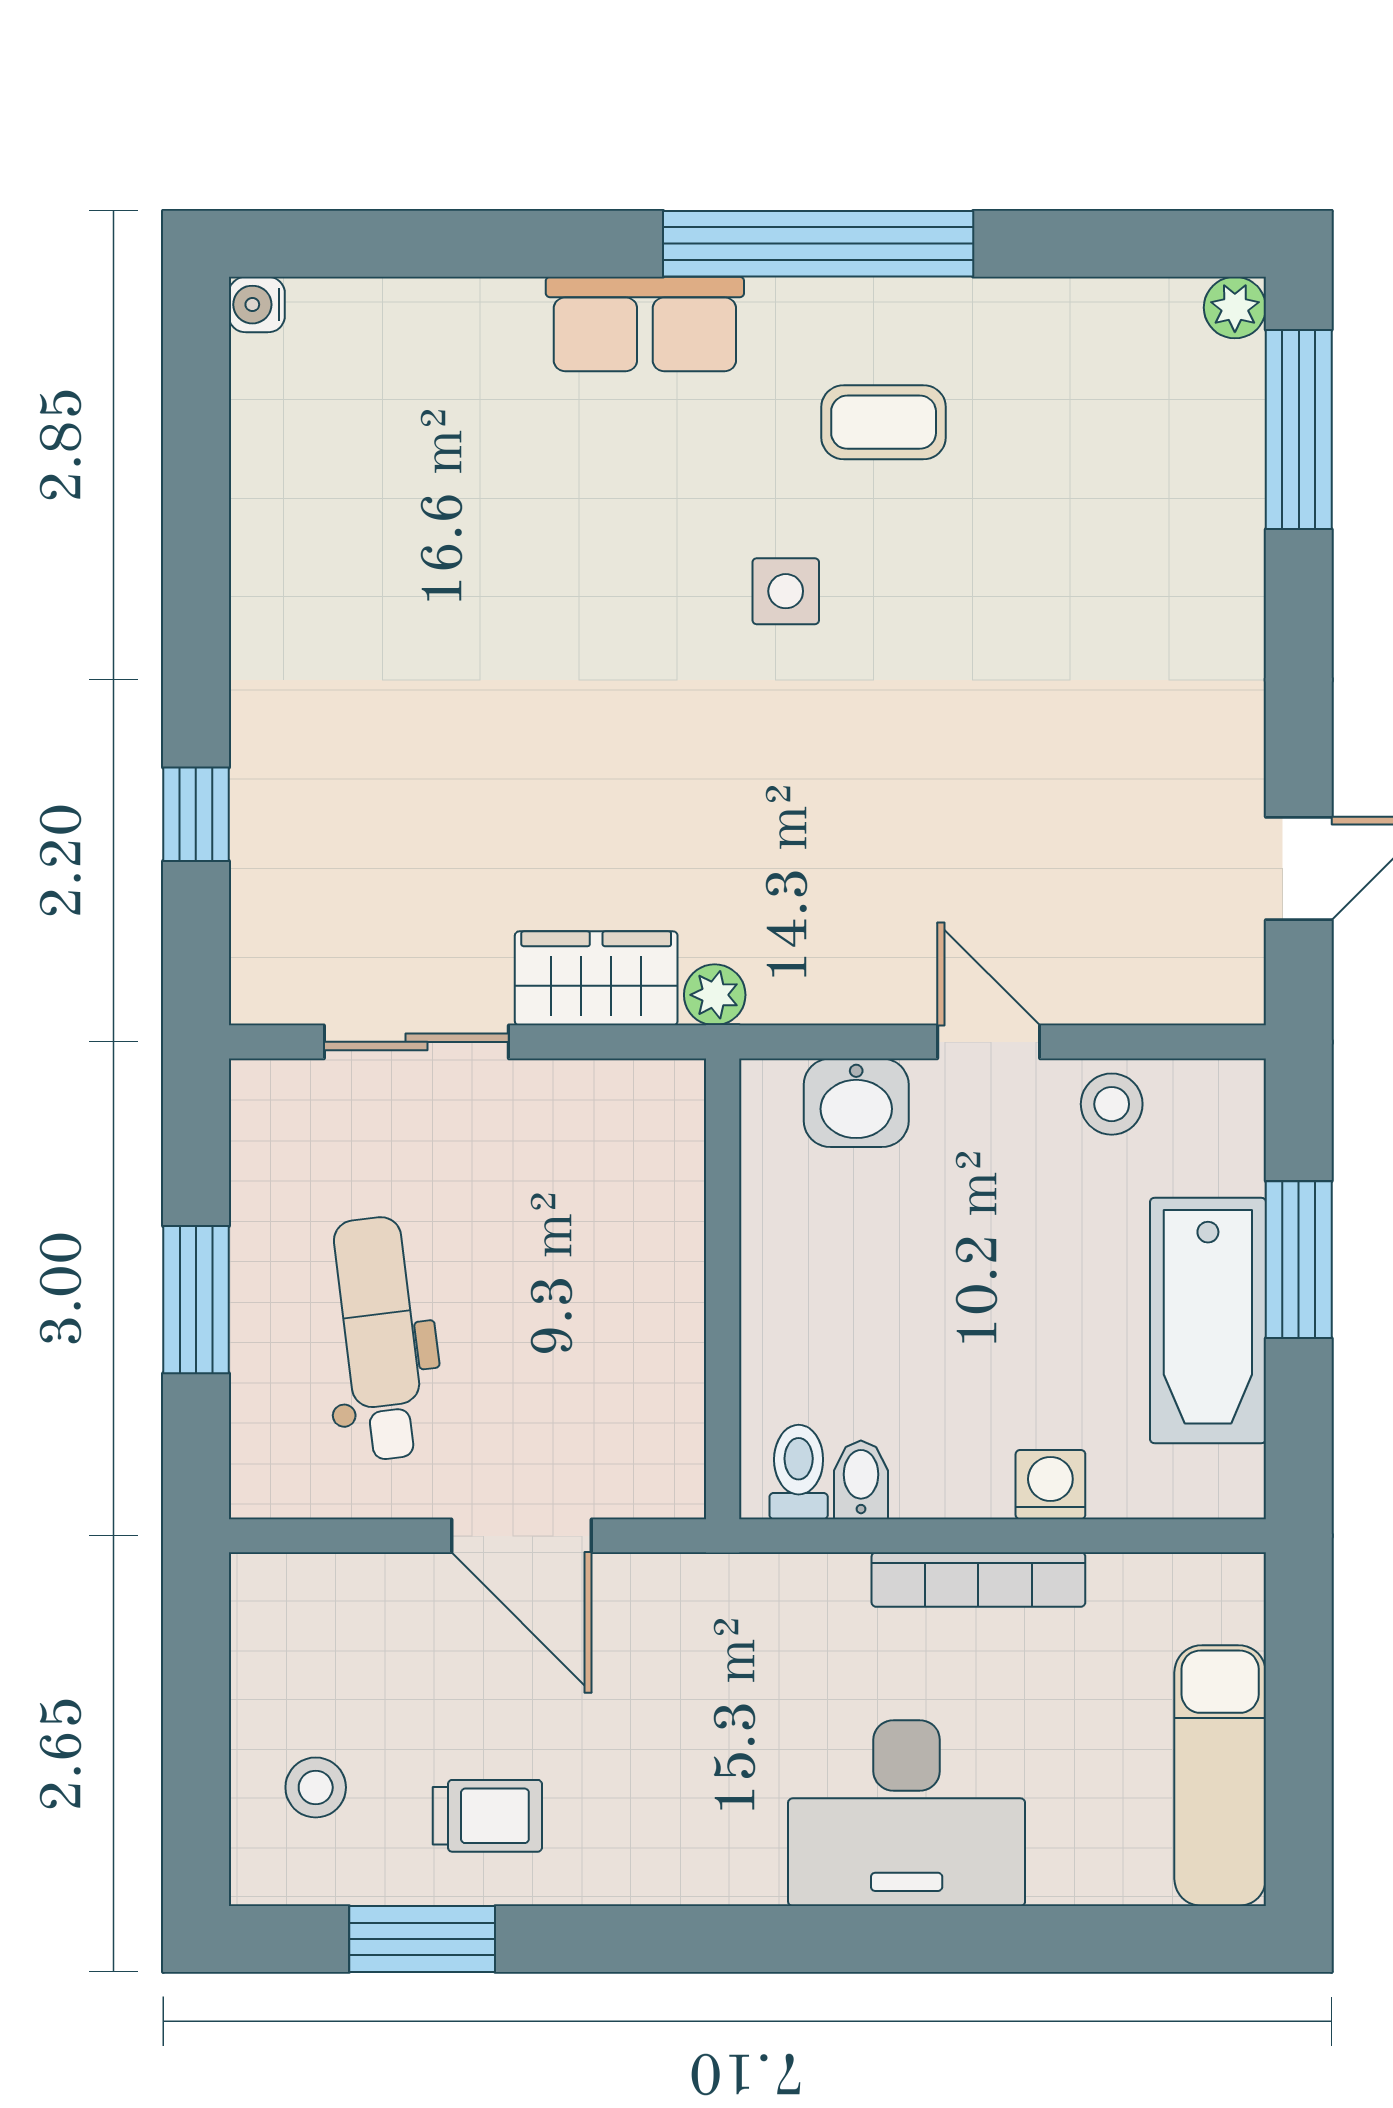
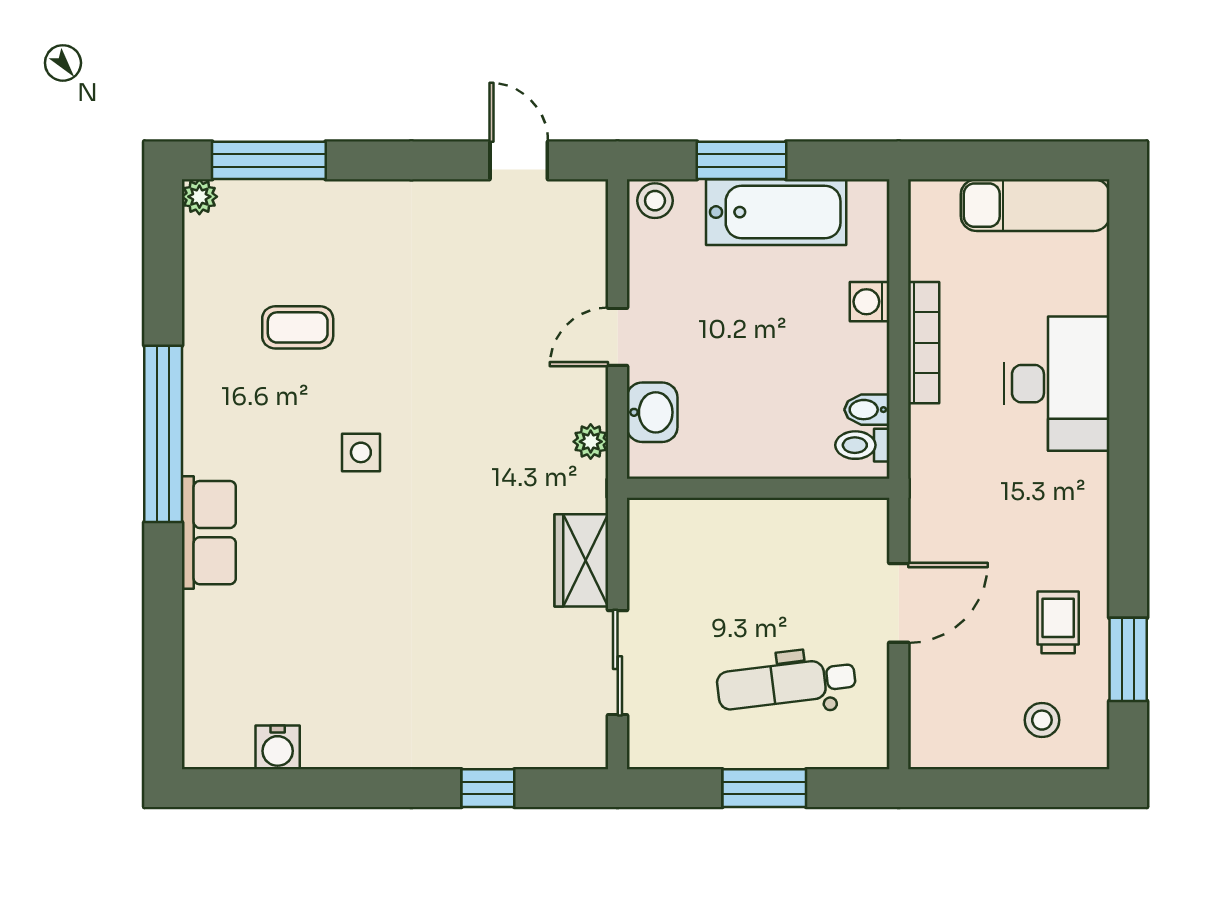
water cooler: (257, 305) -> (278, 747), moved, width x1.38, depth x1.38
coffee table: (884, 422) -> (298, 327), moved, turned 90
plant: (715, 995) -> (591, 442), moved
stool: (1112, 1104) -> (655, 201), moved

